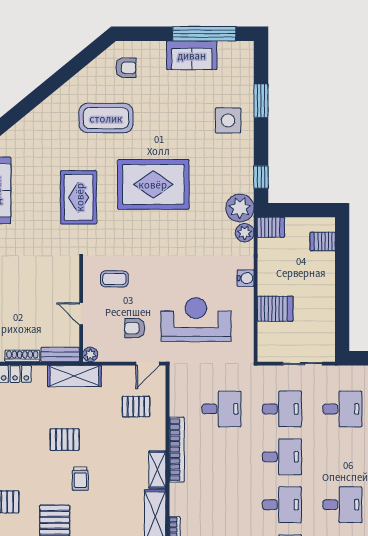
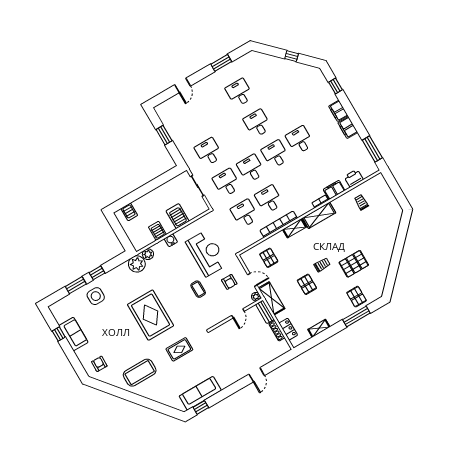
window: (204, 34) -> (59, 334), width x0.32
coffee table: (106, 118) -> (140, 373), moved, turned 90
window: (261, 177) -> (97, 273), moved
rug: (79, 197) -> (179, 349), width x0.73, depth x0.70
server rack: (271, 227) -> (157, 231), moved
coffee table: (114, 279) -> (198, 289), moved
reception desk: (196, 320) -> (207, 253), turned 180
door: (148, 364) -> (252, 280), moved
desk: (221, 457) -> (269, 199), added

